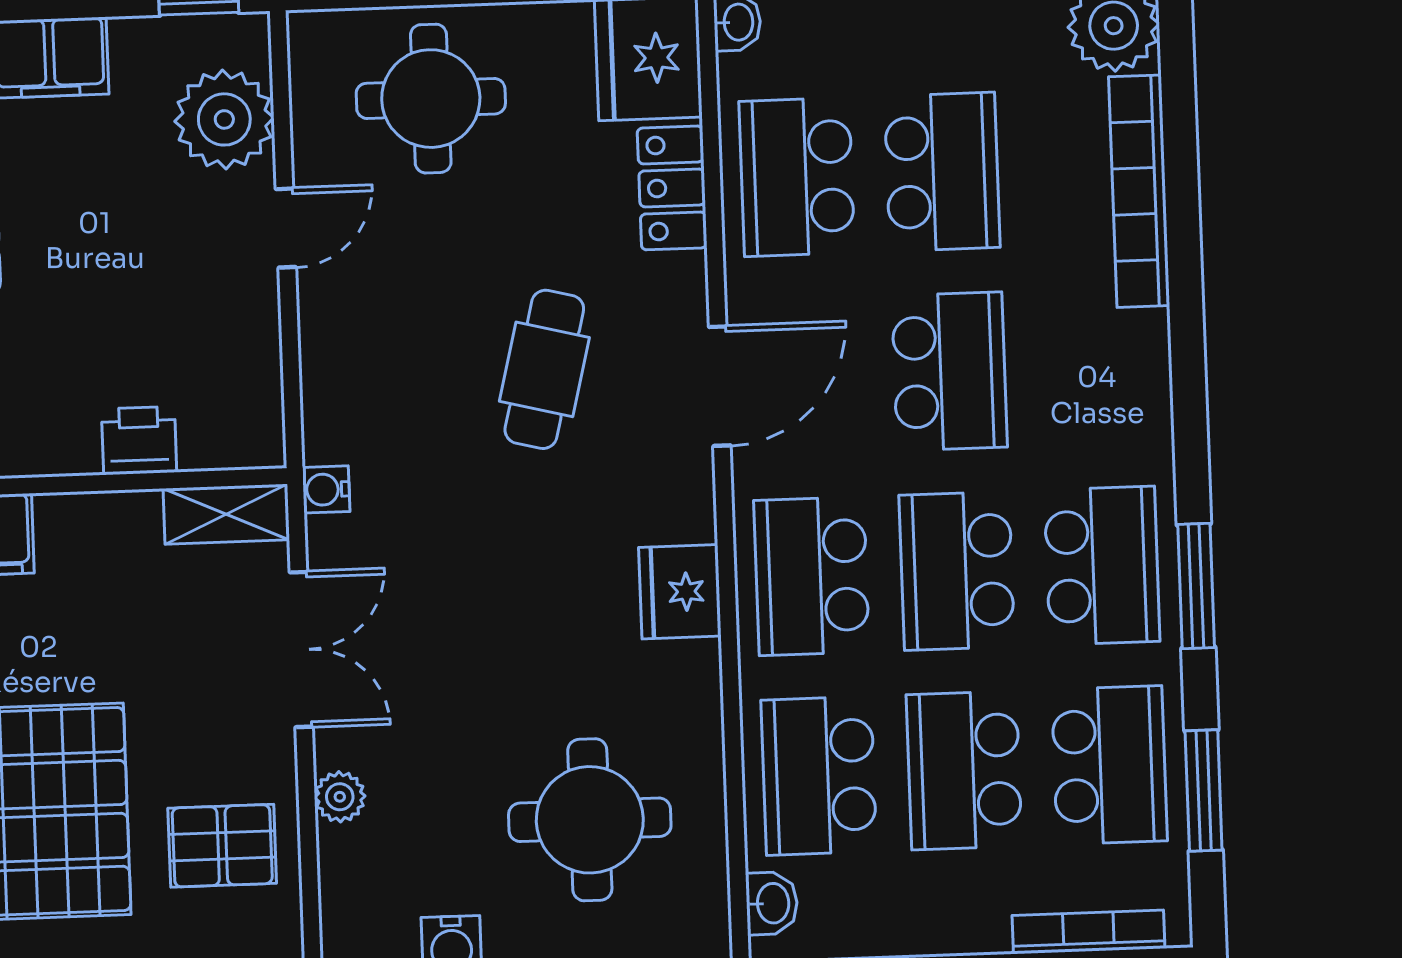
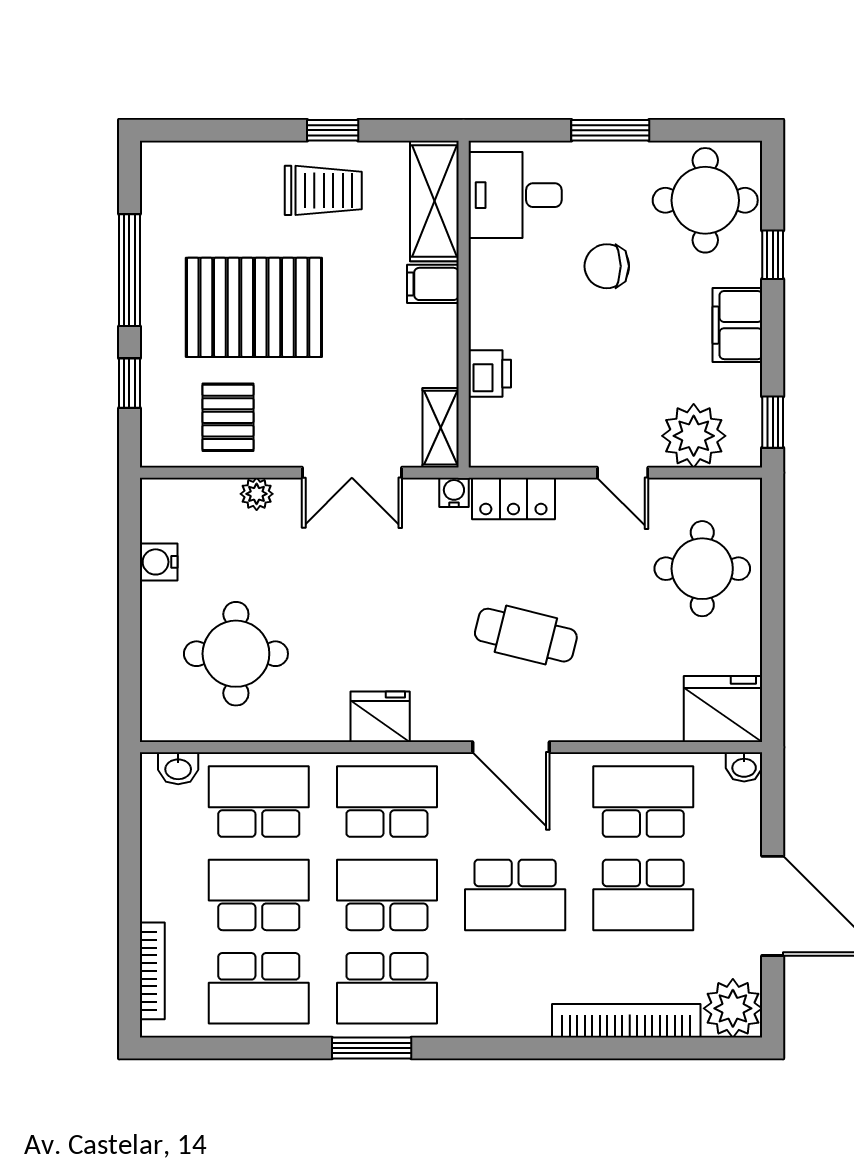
locker: (672, 188) -> (513, 499), moved, turned 180
window: (1204, 791) -> (240, 1048), removed

